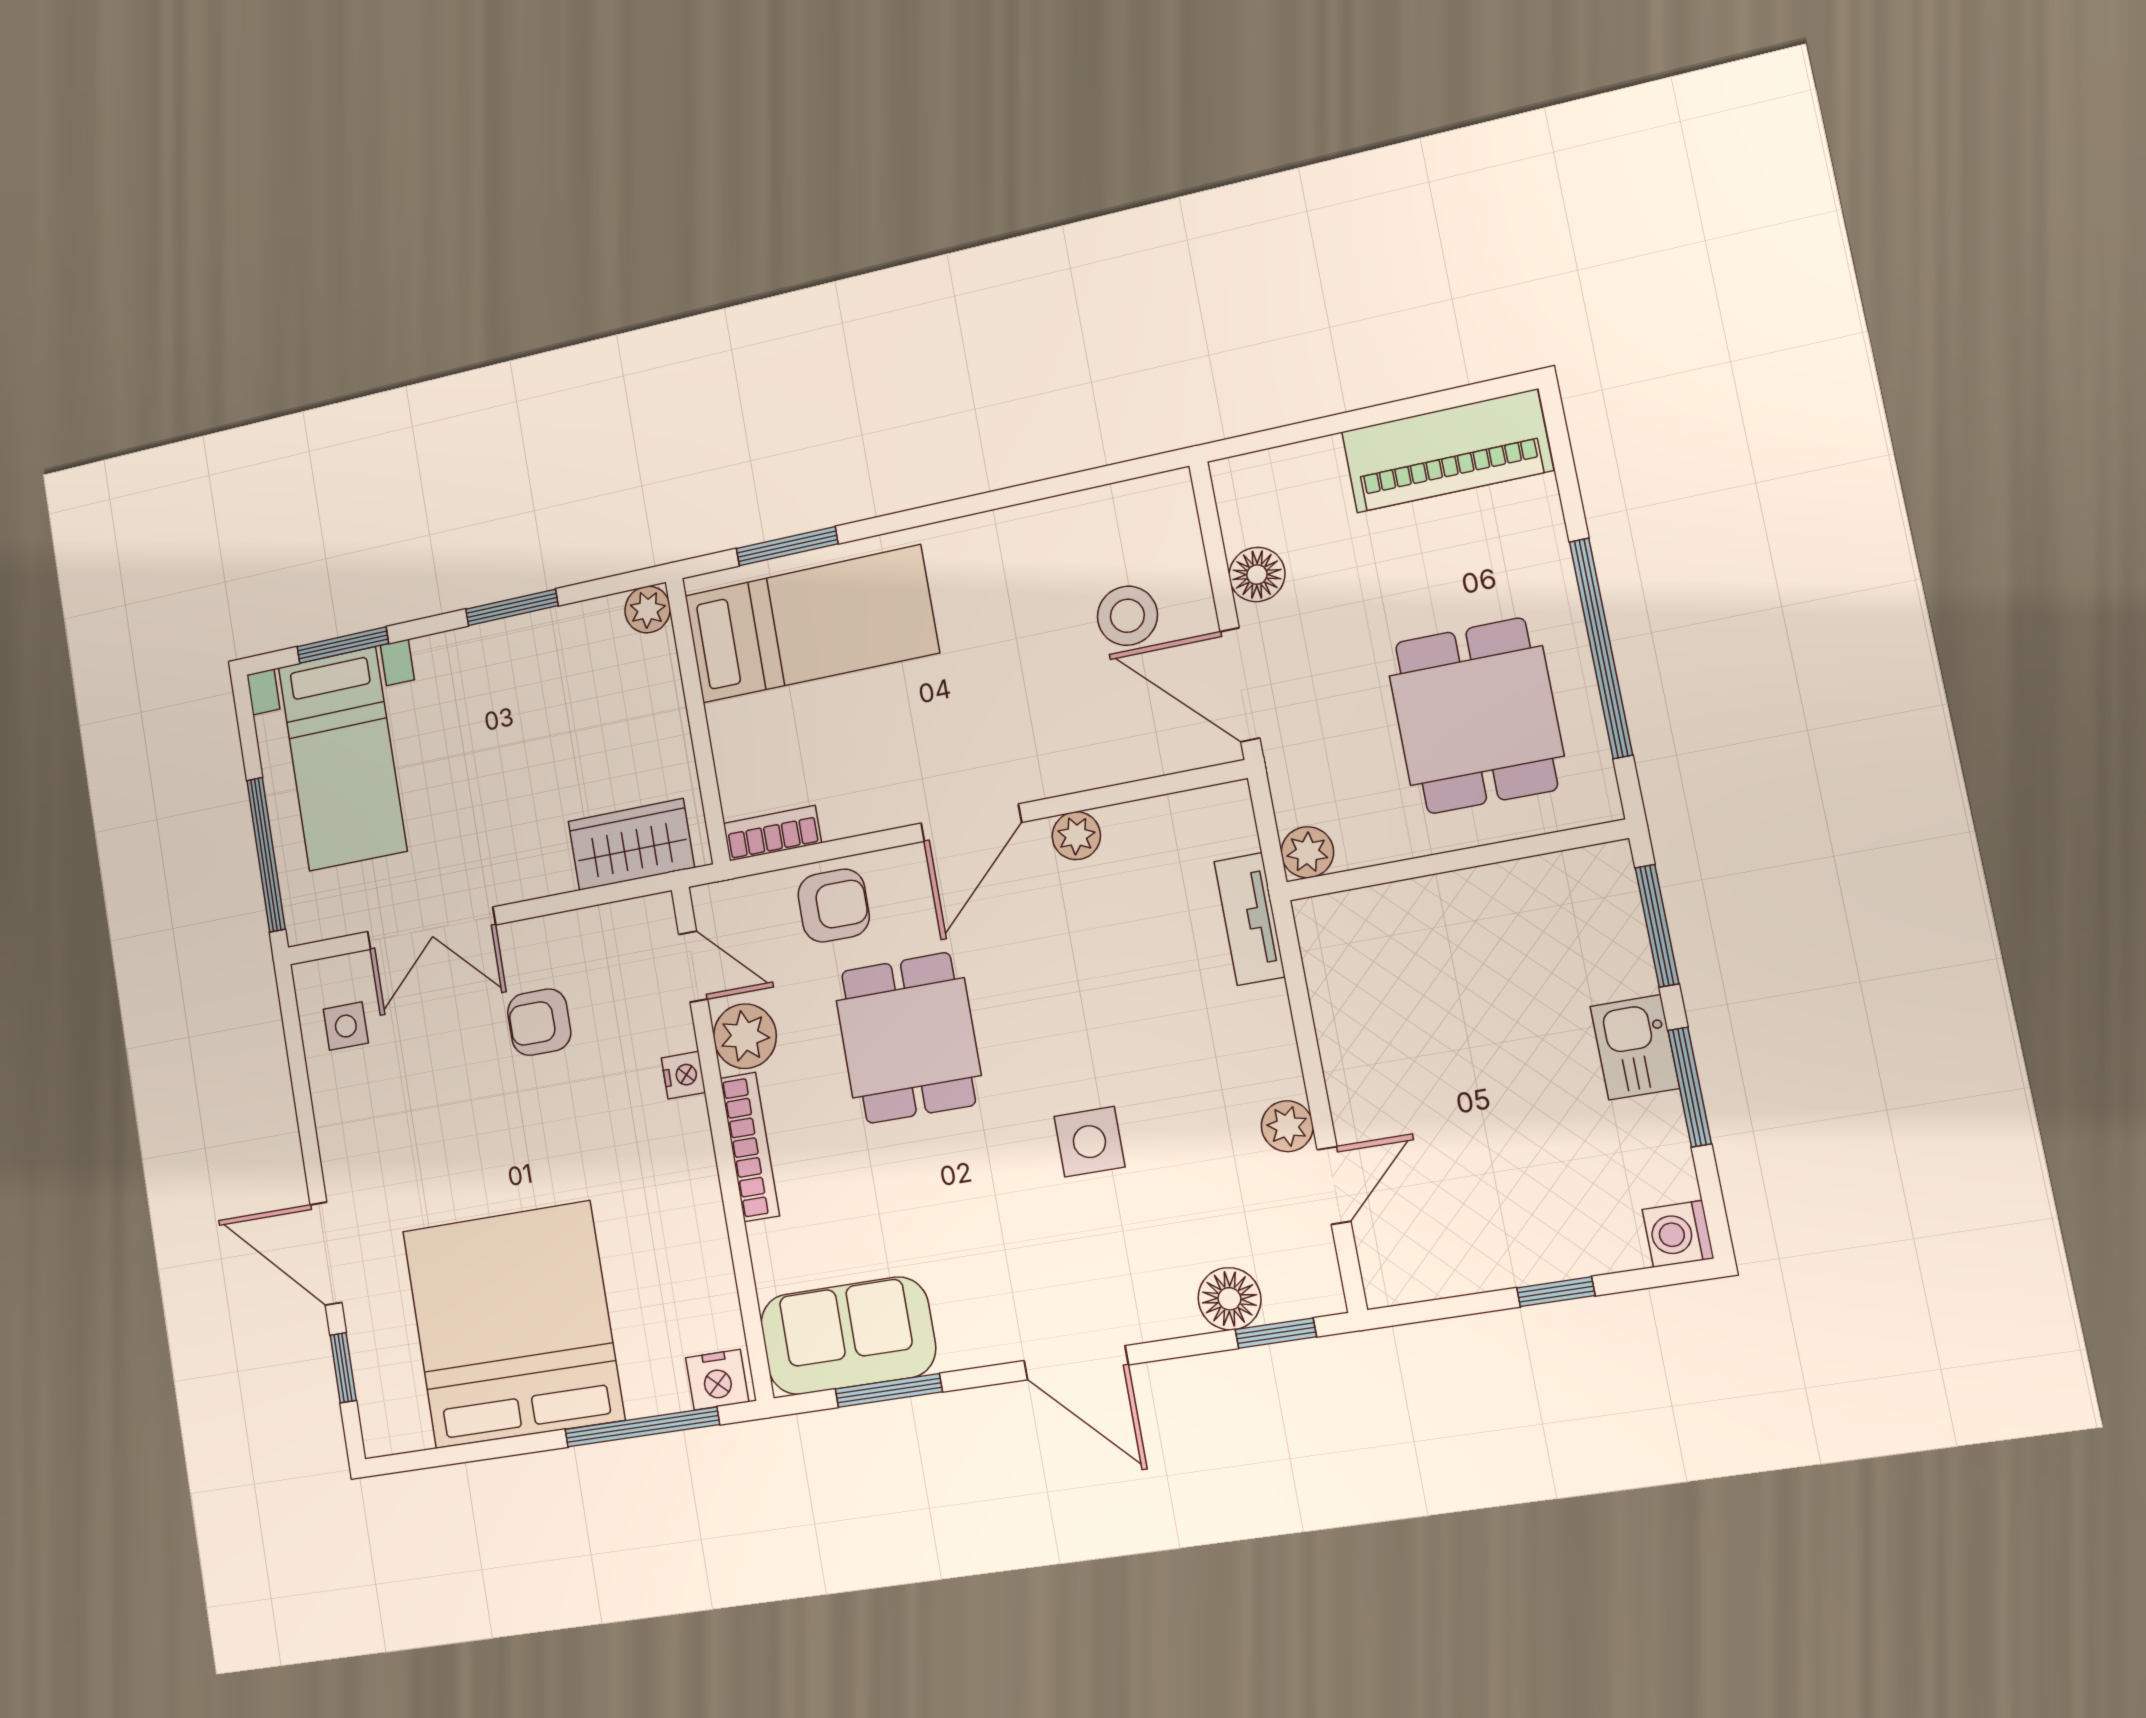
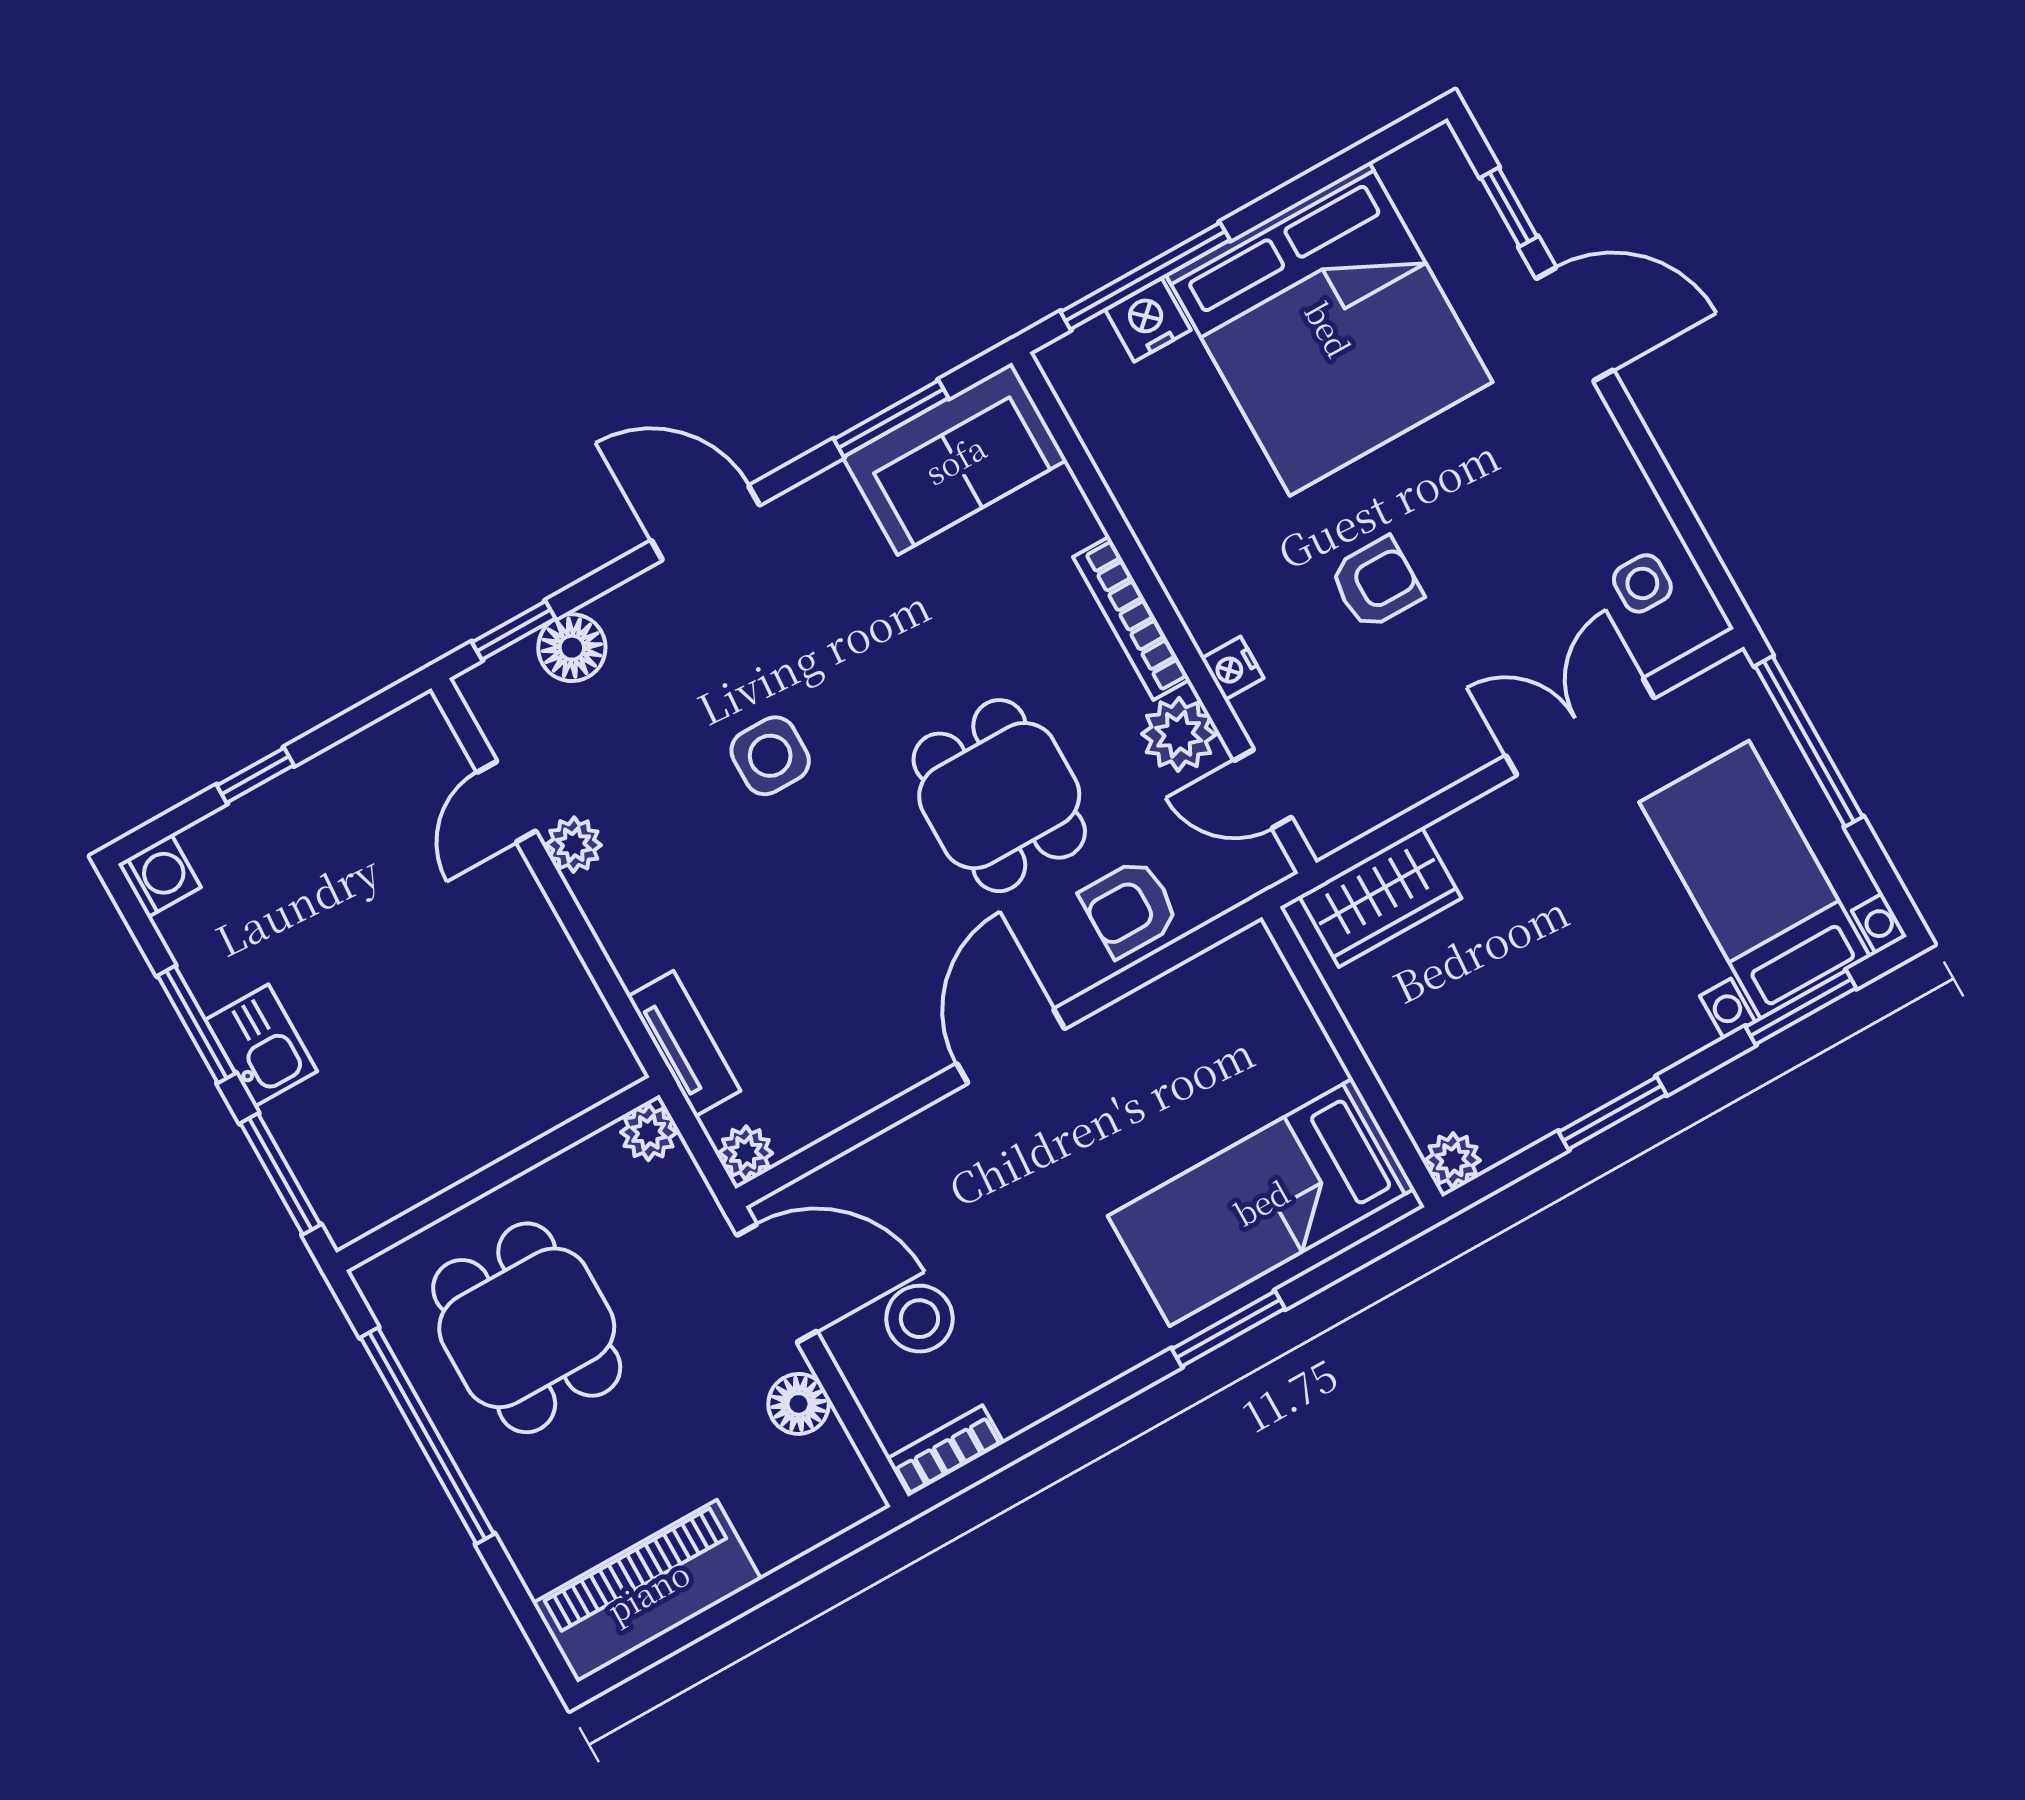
window: (787, 546) -> (1228, 1329), moved
bookcase: (772, 833) -> (945, 1451), moved, turned 180
plant: (1076, 836) -> (746, 1153), moved
armchair: (539, 1022) -> (1376, 583), moved
nightstand: (717, 1380) -> (1148, 320), moved

